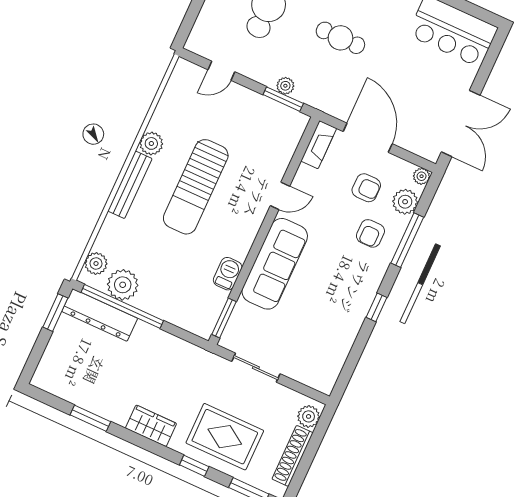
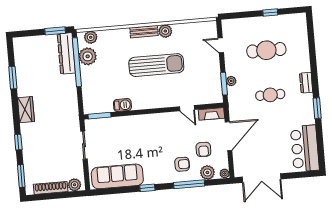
cafe table: (340, 38) -> (270, 95), turned 90
bench: (130, 185) -> (144, 32), width x0.73
sun lounger: (196, 187) -> (156, 65), turned 180
door: (280, 196) -> (187, 108), moved
armchair: (370, 233) -> (182, 164), turned 180
sofa: (275, 264) -> (117, 176), moved, turned 180
rug: (225, 437) -> (41, 149), removed

